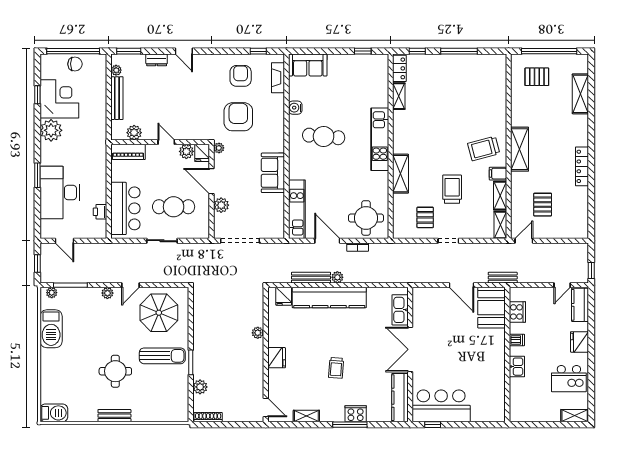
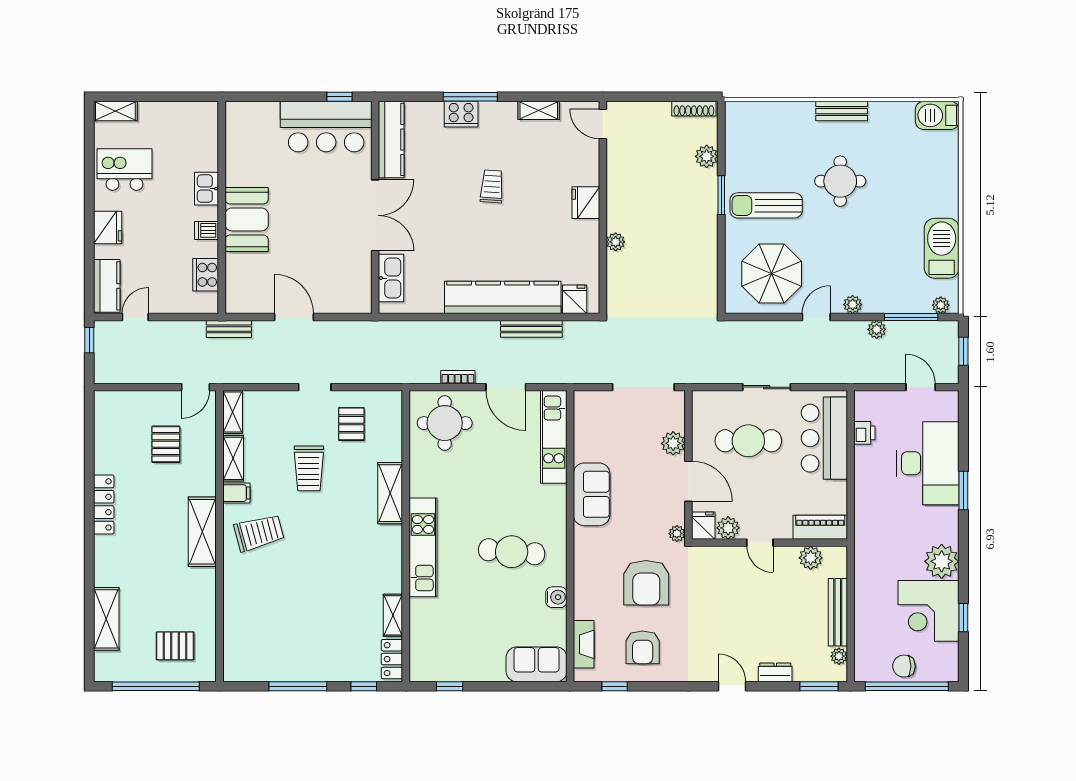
plant: (337, 277) -> (877, 329), moved
booth: (492, 308) -> (247, 219), moved

